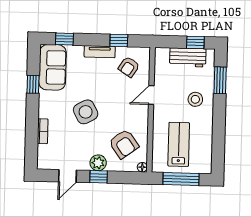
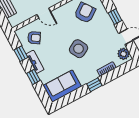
window: (64, 39) -> (33, 77), moved
window: (33, 84) -> (94, 85), moved
plant: (98, 163) -> (124, 54), moved

